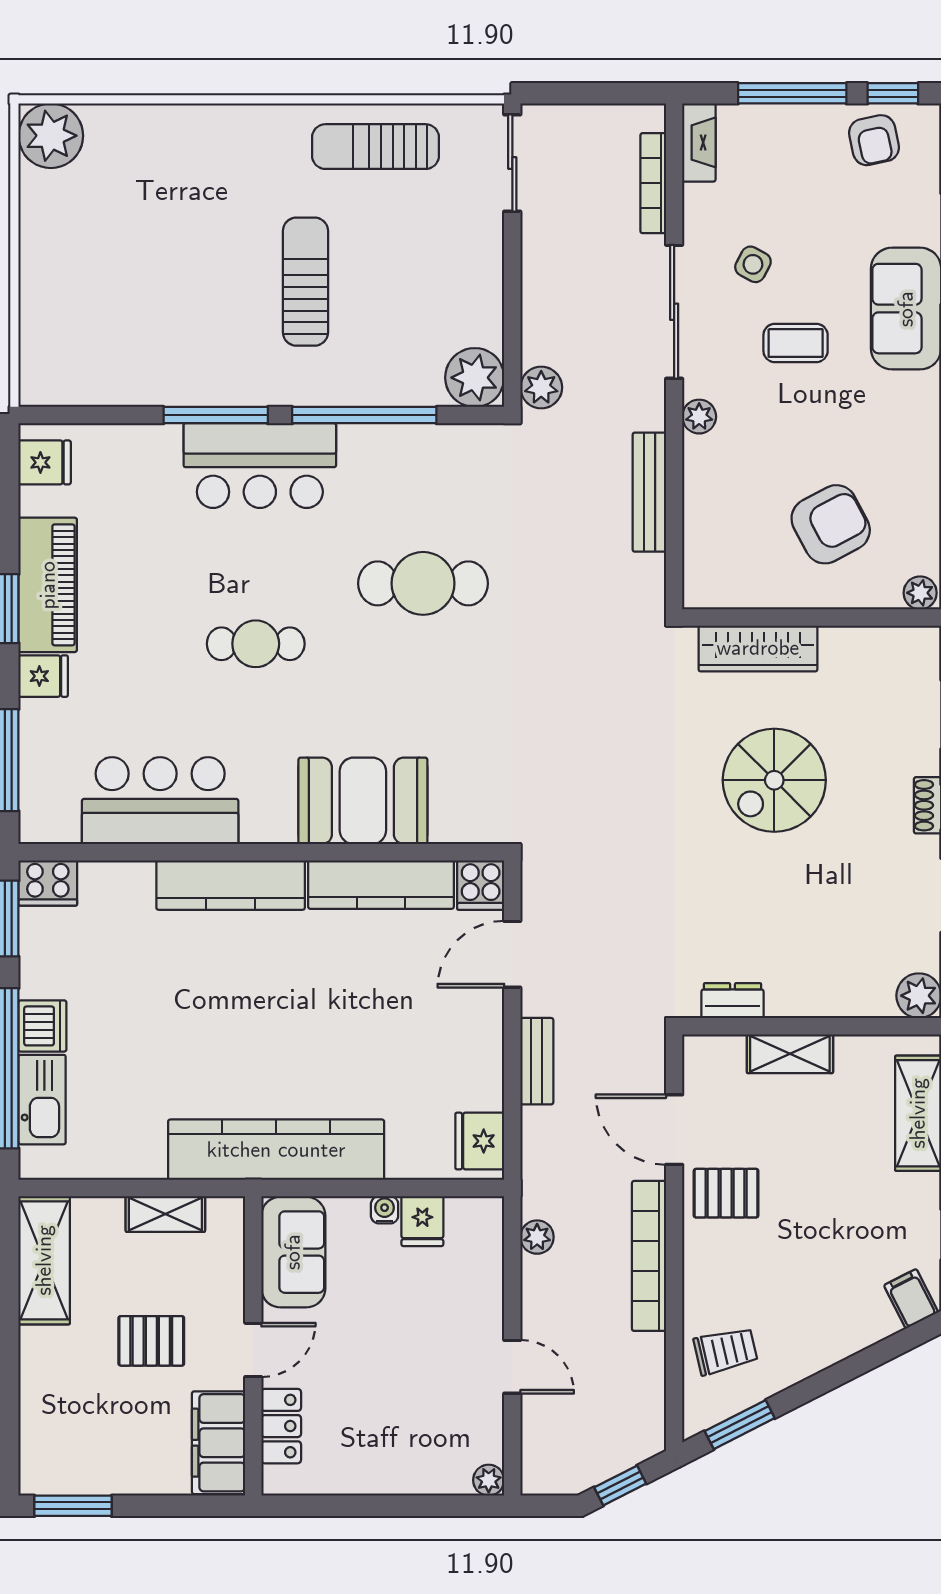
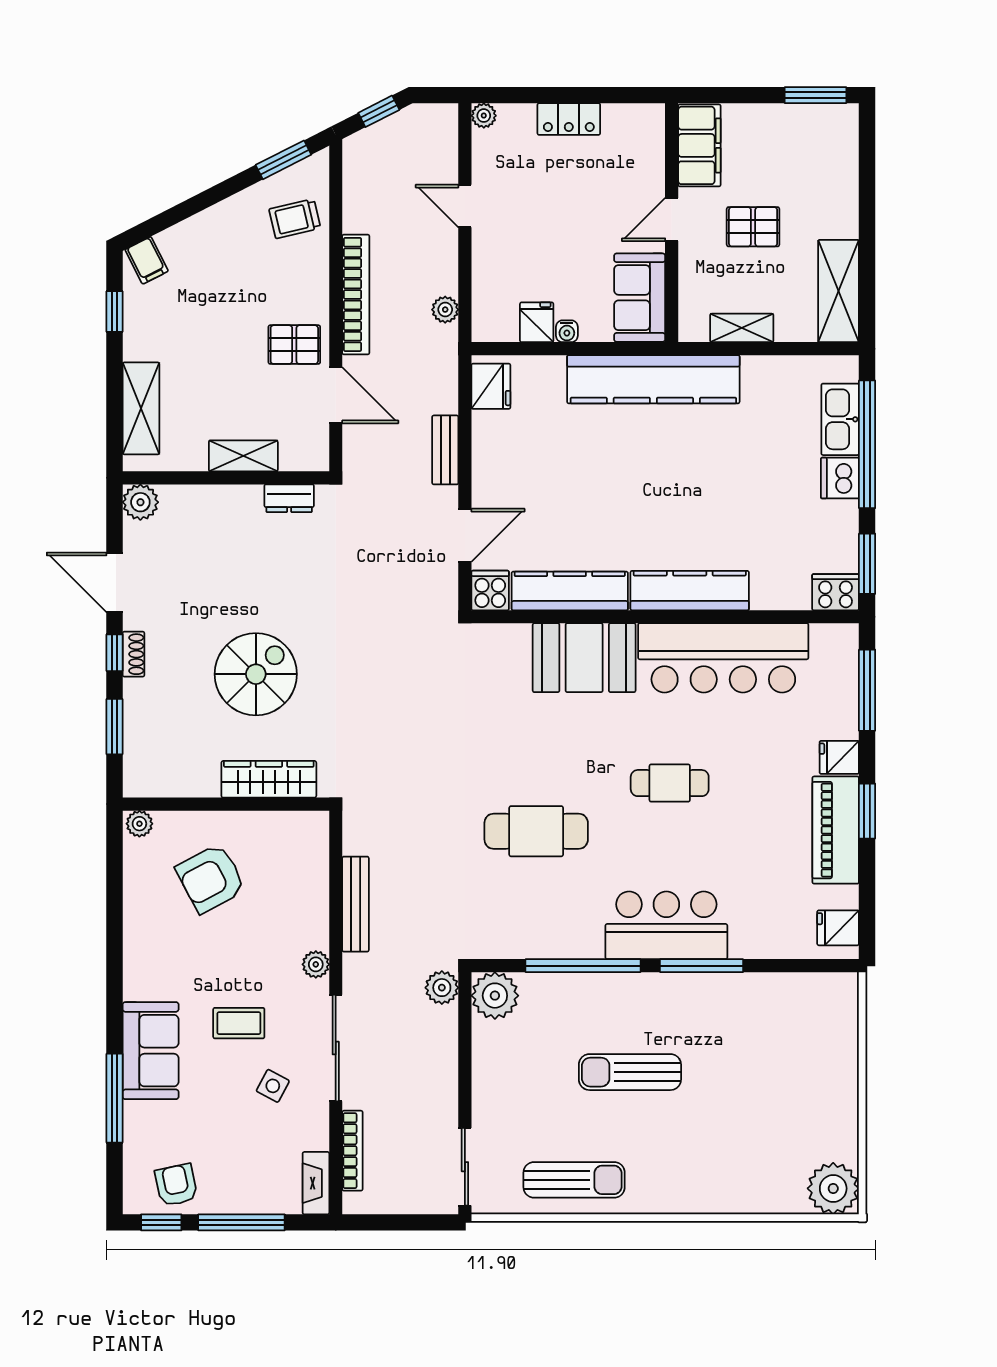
sun lounger: (305, 282) -> (630, 1072), turned 90
bar counter: (160, 801) -> (723, 658), width x1.36
locker: (281, 1426) -> (569, 119), moved, turned -90

